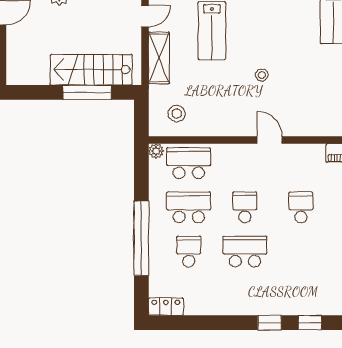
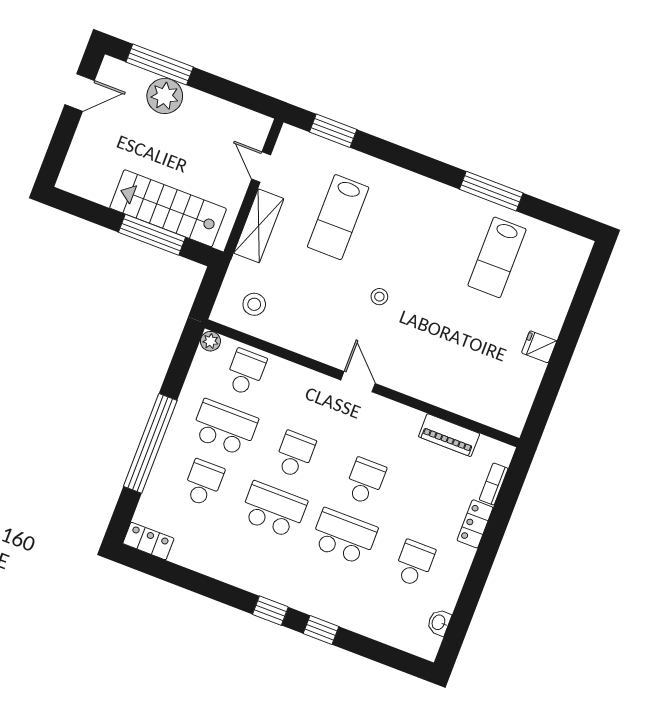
door: (145, 16) -> (261, 167), swing flipped
school desk: (189, 163) -> (246, 372), width x0.54
school desk: (301, 252) -> (344, 537), added

